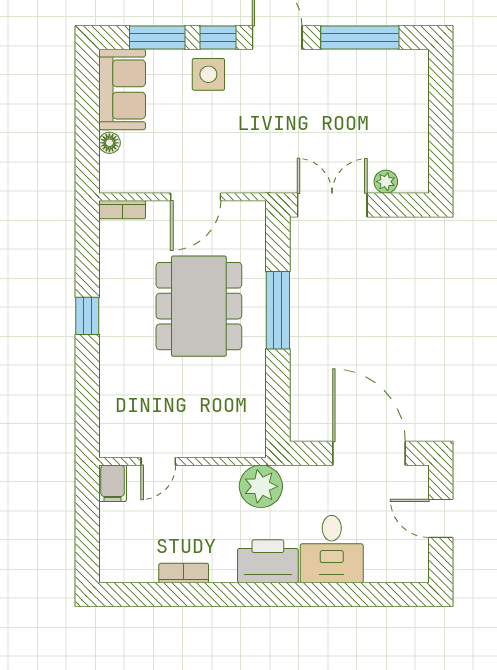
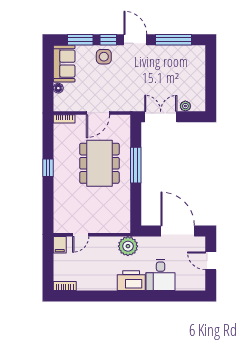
bookcase: (184, 573) -> (65, 286), moved

